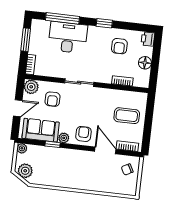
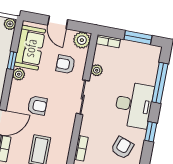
desk: (68, 37) -> (134, 105), moved
armchair: (119, 46) -> (122, 148), turned 109
plant: (56, 72) -> (97, 70), added
armchair: (83, 134) -> (37, 106), moved

